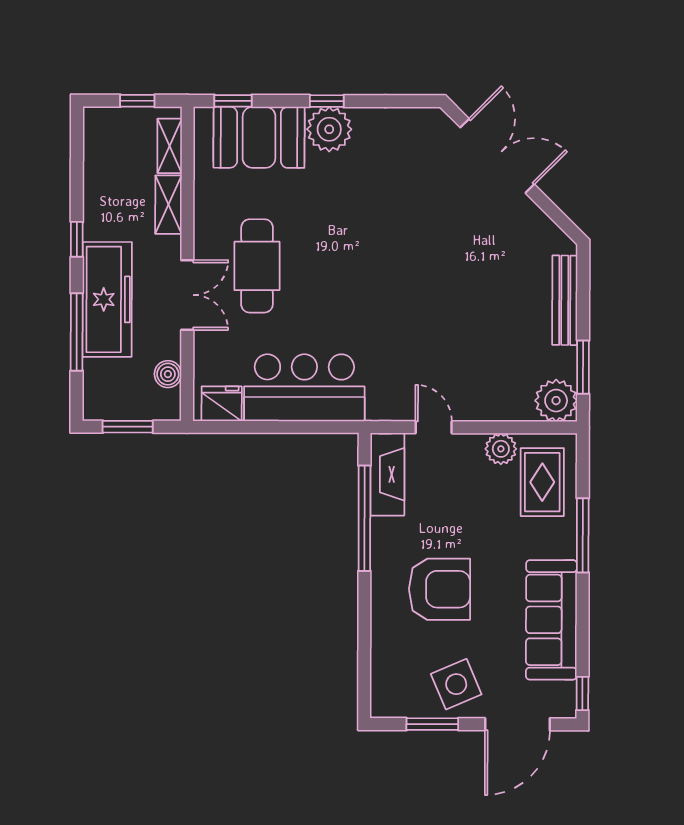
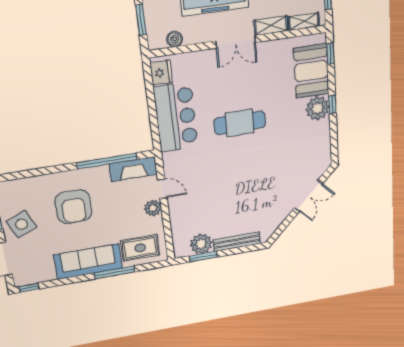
double door: (497, 156) -> (308, 196), width x0.73
cafe table: (257, 266) -> (240, 123), moved
double door: (187, 295) -> (236, 42), moved
plant: (556, 401) -> (201, 244), moved
door: (434, 427) -> (162, 189), hinge flipped
plant: (501, 449) -> (153, 208), moved
sofa: (551, 620) -> (88, 262), moved

